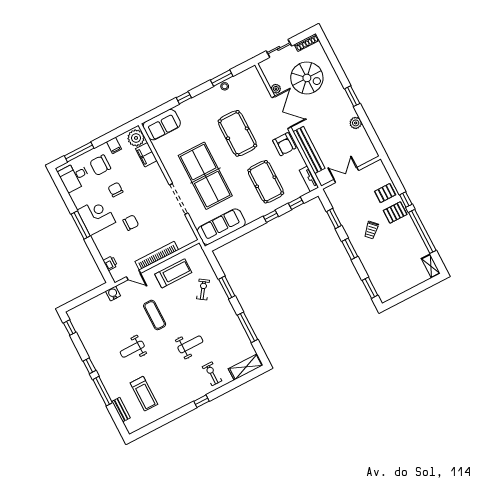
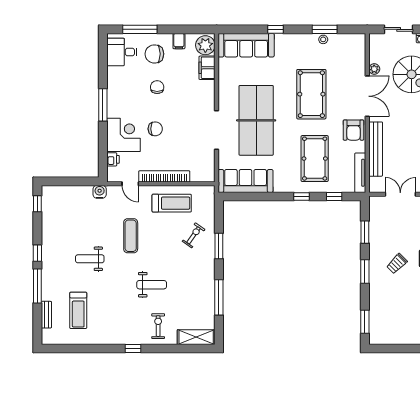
sofa: (162, 125) -> (246, 45), width x1.36
tv unit: (309, 179) -> (360, 173), width x1.41
corner desk: (96, 216) -> (123, 135), moved

